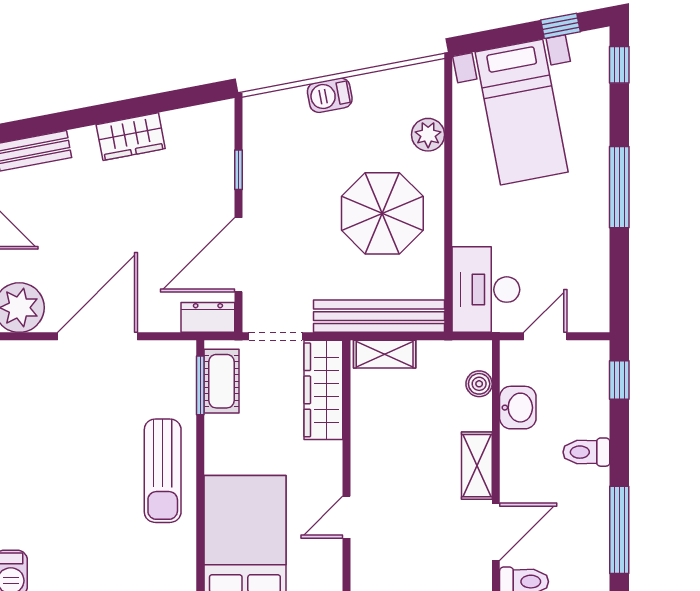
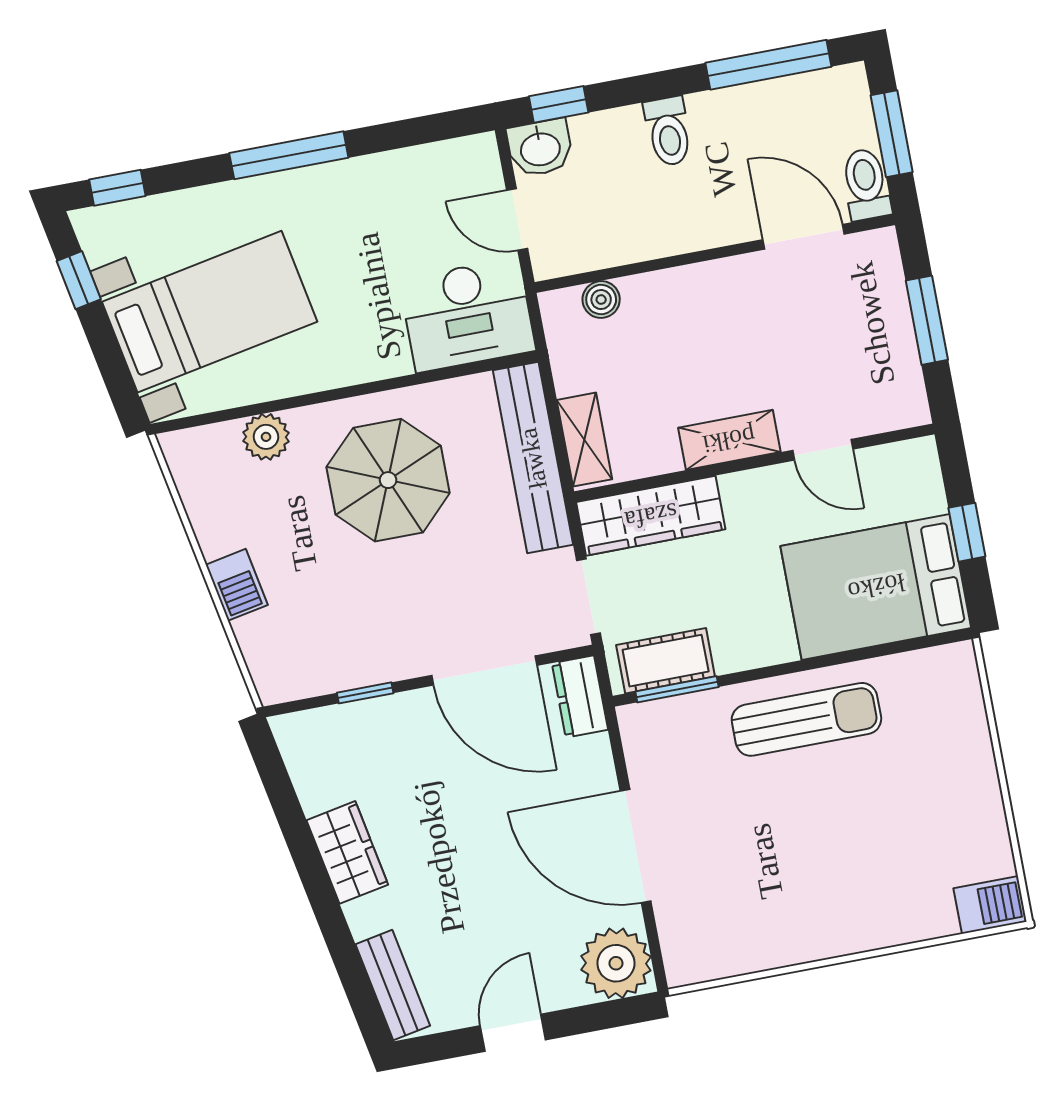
washbasin: (518, 408) -> (540, 148), moved, turned 180
shelving: (477, 466) -> (729, 440), moved

